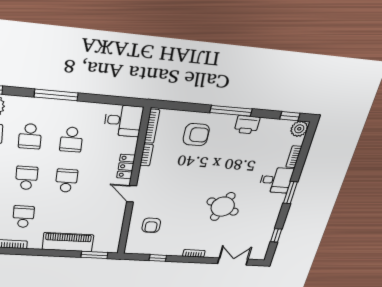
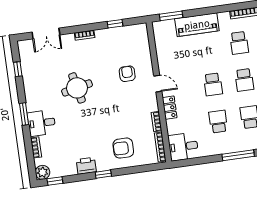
window: (231, 111) -> (103, 174), width x0.46
round table: (223, 207) -> (77, 88), turned -34
armchair: (151, 225) -> (127, 74), moved

